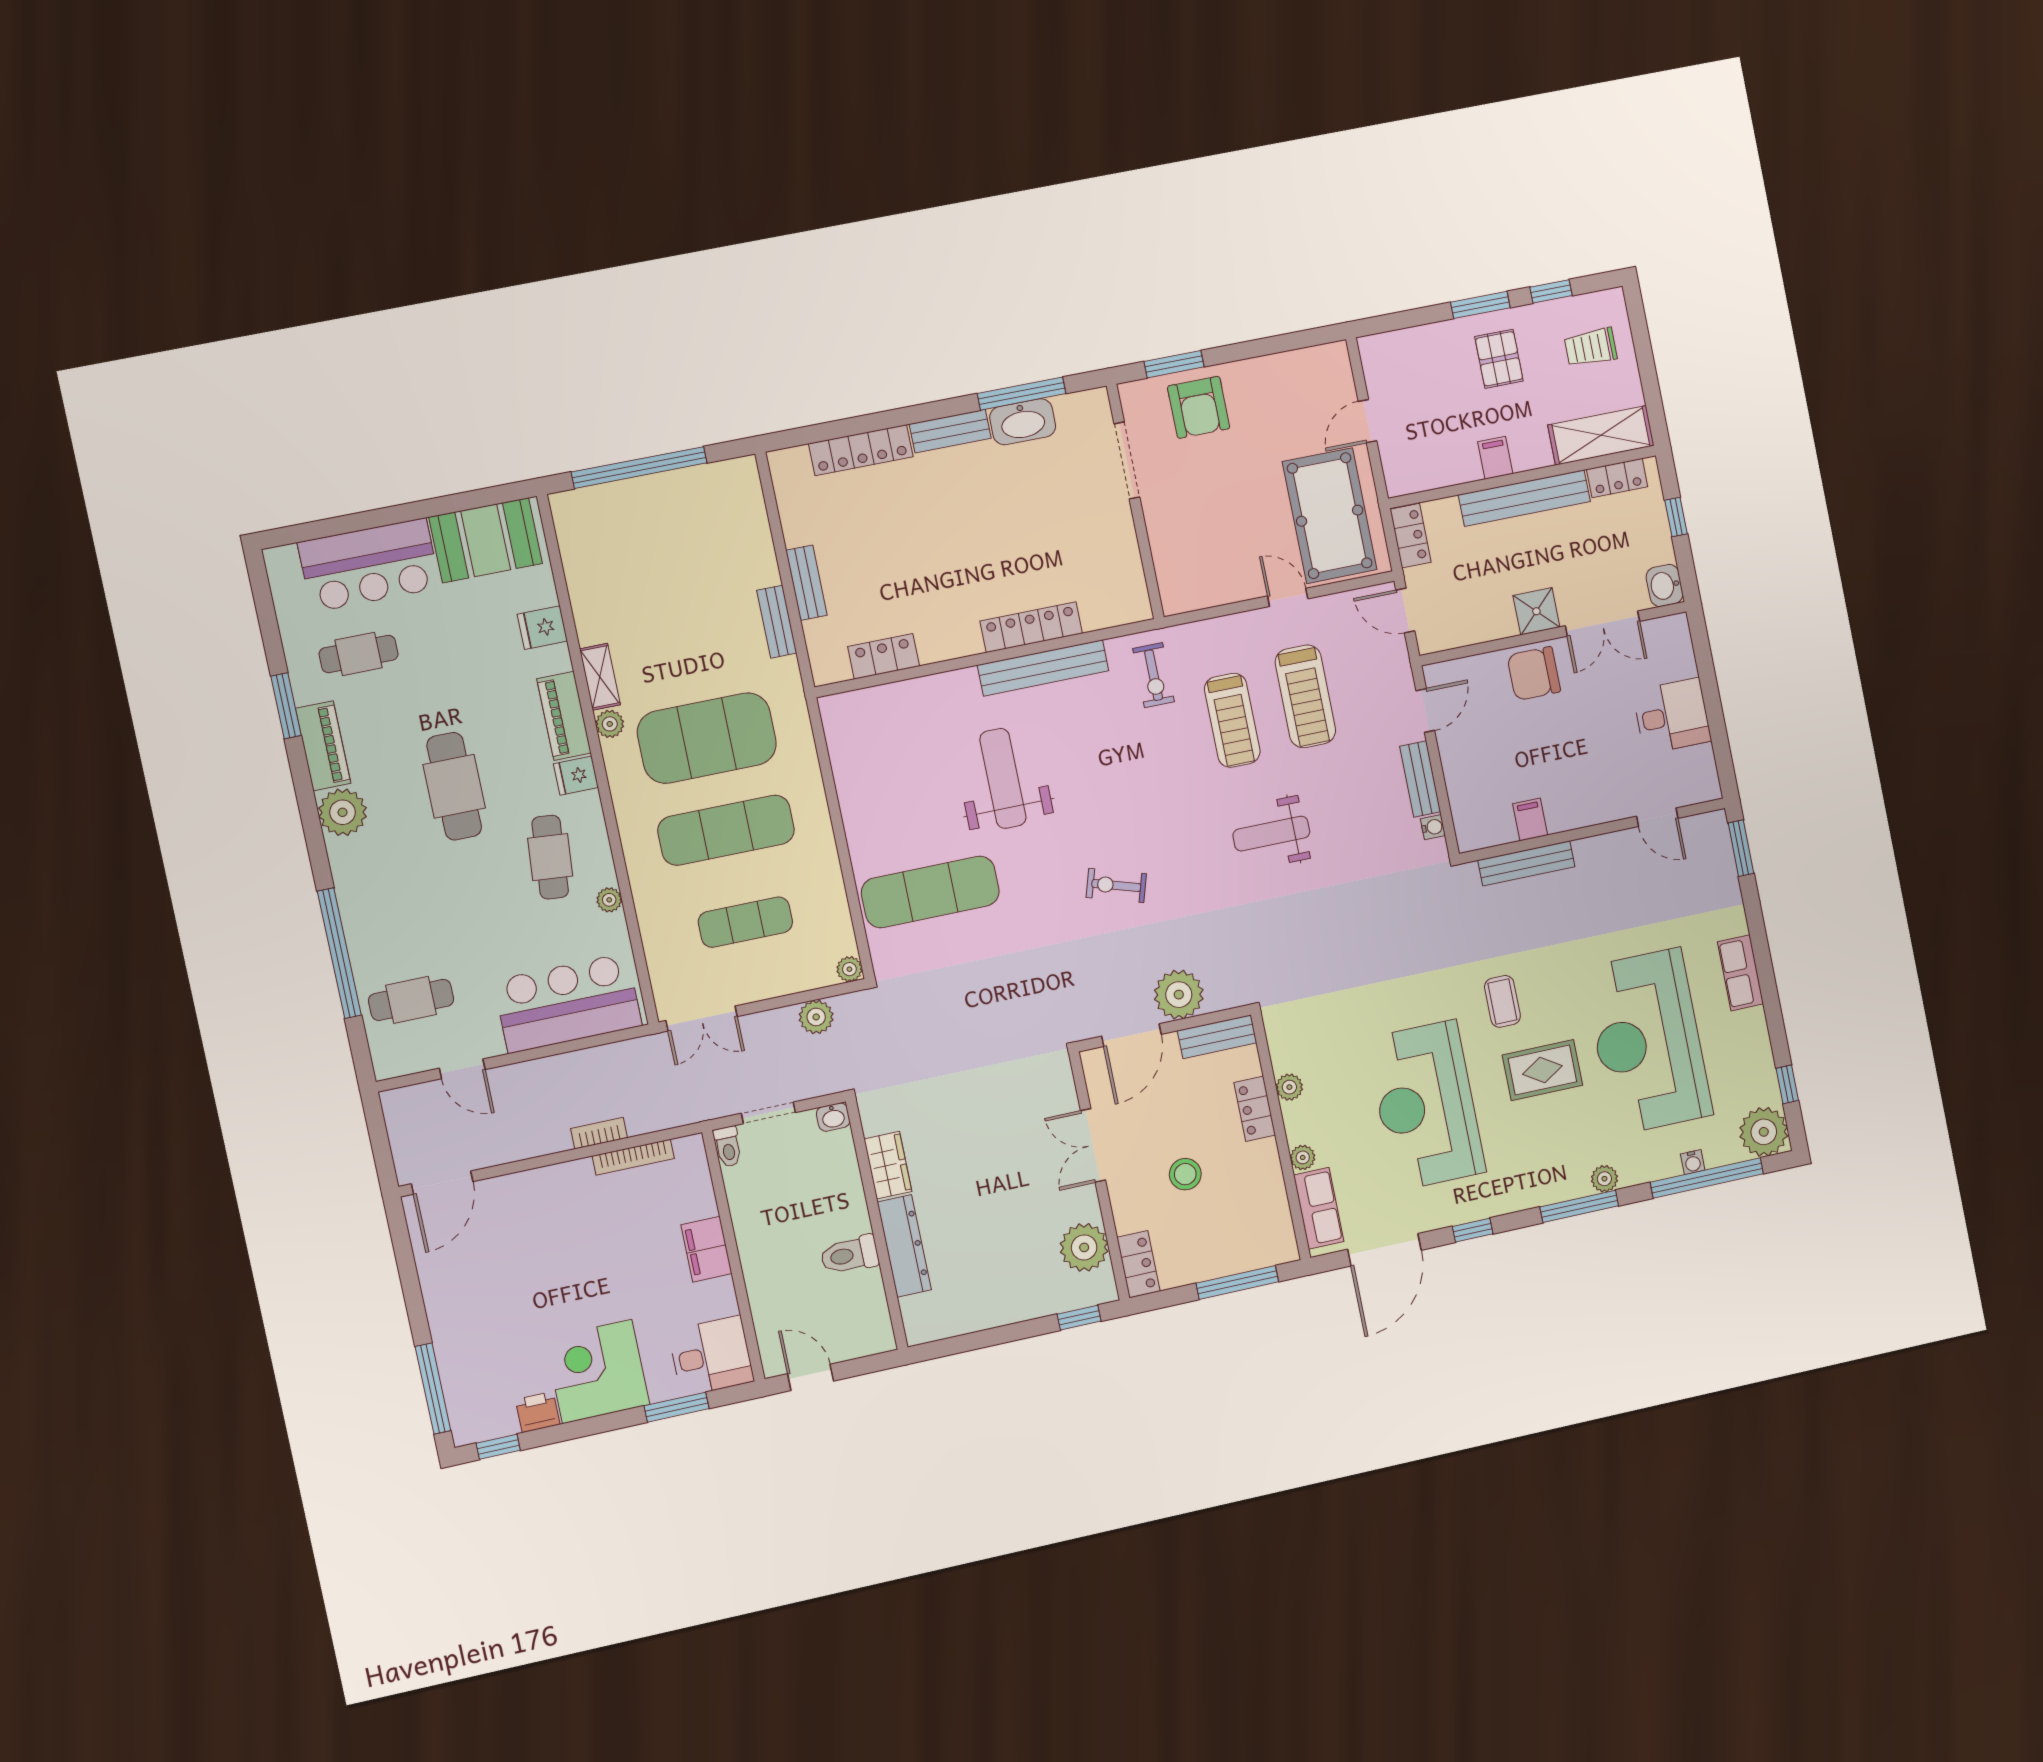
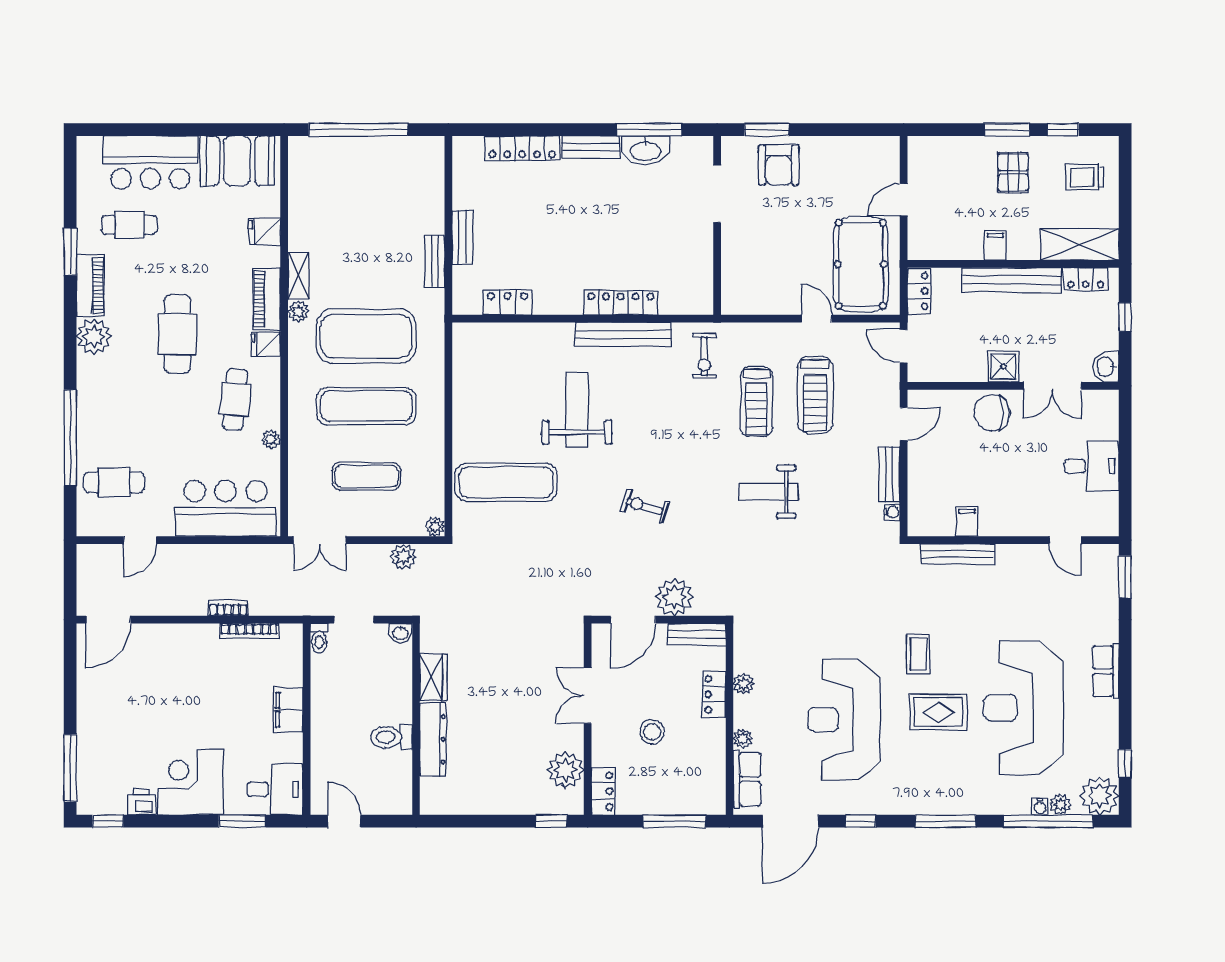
door: (462, 1069) -> (140, 540), hinge flipped
plant: (1604, 1179) -> (1061, 804), moved

